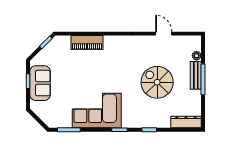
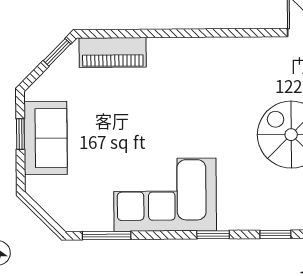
piano: (87, 43) -> (113, 53), moved

